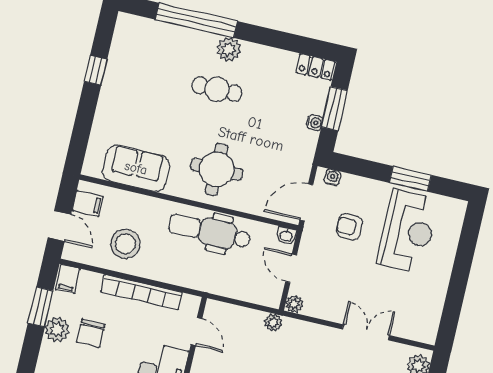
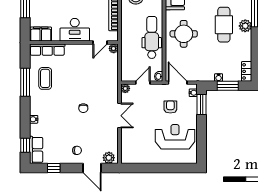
cafe table: (217, 89) -> (224, 25), width x1.37, depth x1.35
window: (410, 179) -> (202, 105), moved
reception desk: (408, 231) -> (175, 137), turned 180
plant: (273, 323) -> (114, 48), moved
double door: (366, 332) -> (119, 116), moved

